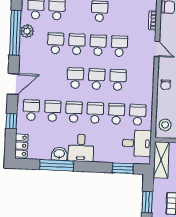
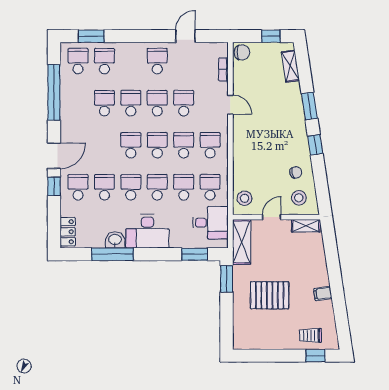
plant: (27, 31) -> (68, 90), removed
school desk: (139, 81) -> (210, 145), added
chair: (166, 85) -> (243, 148), removed
window: (11, 121) -> (54, 186), moved
desk: (81, 148) -> (147, 231), width x1.37
window: (147, 202) -> (227, 279), moved

